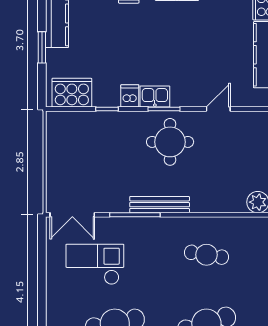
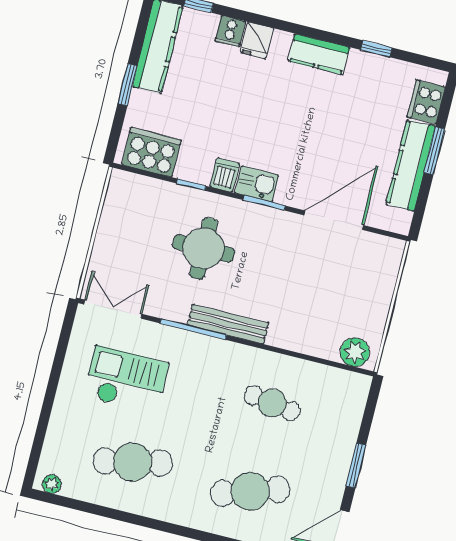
door: (218, 109) -> (334, 220), width x1.87
round table: (170, 142) -> (204, 248), moved
double door: (72, 215) -> (113, 309), swing flipped

